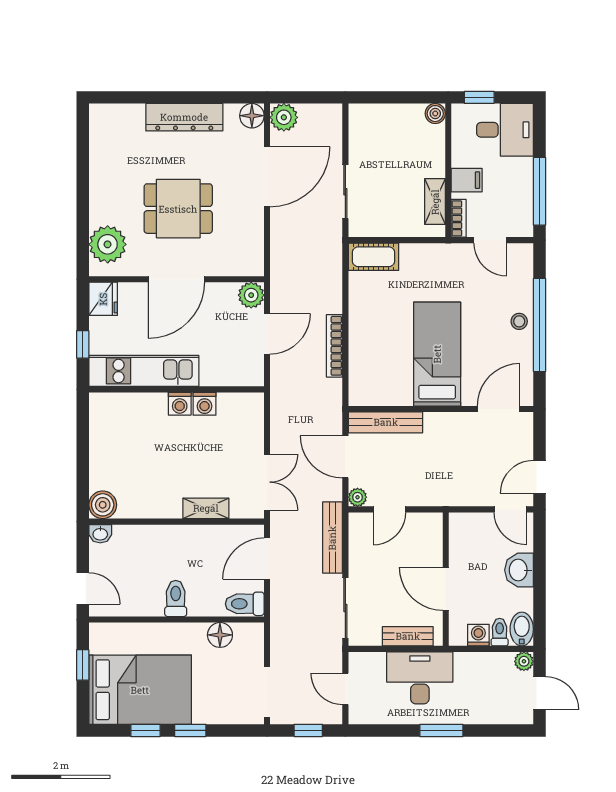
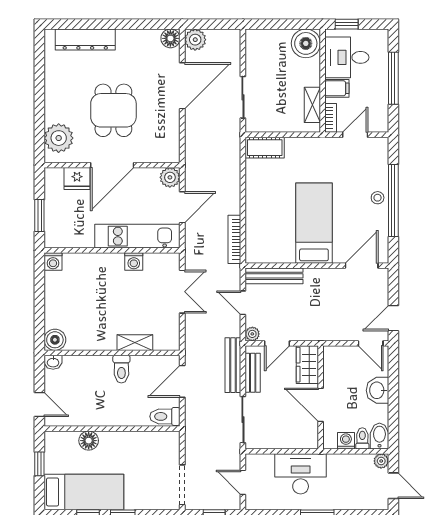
boiler: (435, 114) -> (306, 43), width x1.86, depth x1.86
dresser: (184, 117) -> (85, 40), moved
desk: (505, 130) -> (347, 57), moved, turned 180
window: (540, 191) -> (393, 78), moved
dining table: (178, 209) -> (113, 110), turned 90
door: (490, 240) -> (355, 135), swing flipped
fridge: (103, 299) -> (77, 178), moved, turned 90
window: (83, 344) -> (39, 216), width x1.50
bookcase: (334, 346) -> (234, 239), moved
kitchen unit: (144, 371) -> (137, 236), moved
washing machine: (180, 404) -> (53, 261), moved
door: (345, 457) -> (243, 303), width x0.73
double door: (267, 482) -> (182, 292), moved
wardrobe: (429, 537) -> (307, 365), added
toilet: (176, 599) -> (121, 369), moved, turned 180
floor lamp: (220, 635) -> (89, 441), moved
bench: (408, 636) -> (253, 373), moved, turned 90
bed: (140, 690) -> (84, 492), width x0.67

